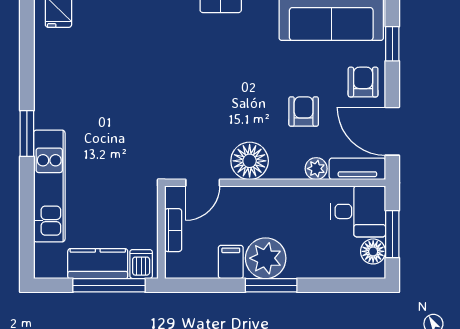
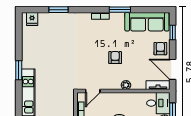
armchair: (304, 111) -> (115, 58), moved
floor lamp: (250, 161) -> (113, 82), removed
plant: (316, 169) -> (126, 85), moved

